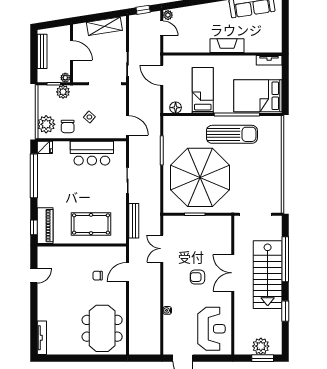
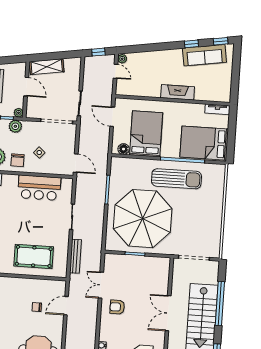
shelving: (104, 26) -> (47, 67), moved
bed: (203, 90) -> (146, 134), width x1.50
armchair: (197, 277) -> (117, 307), moved

